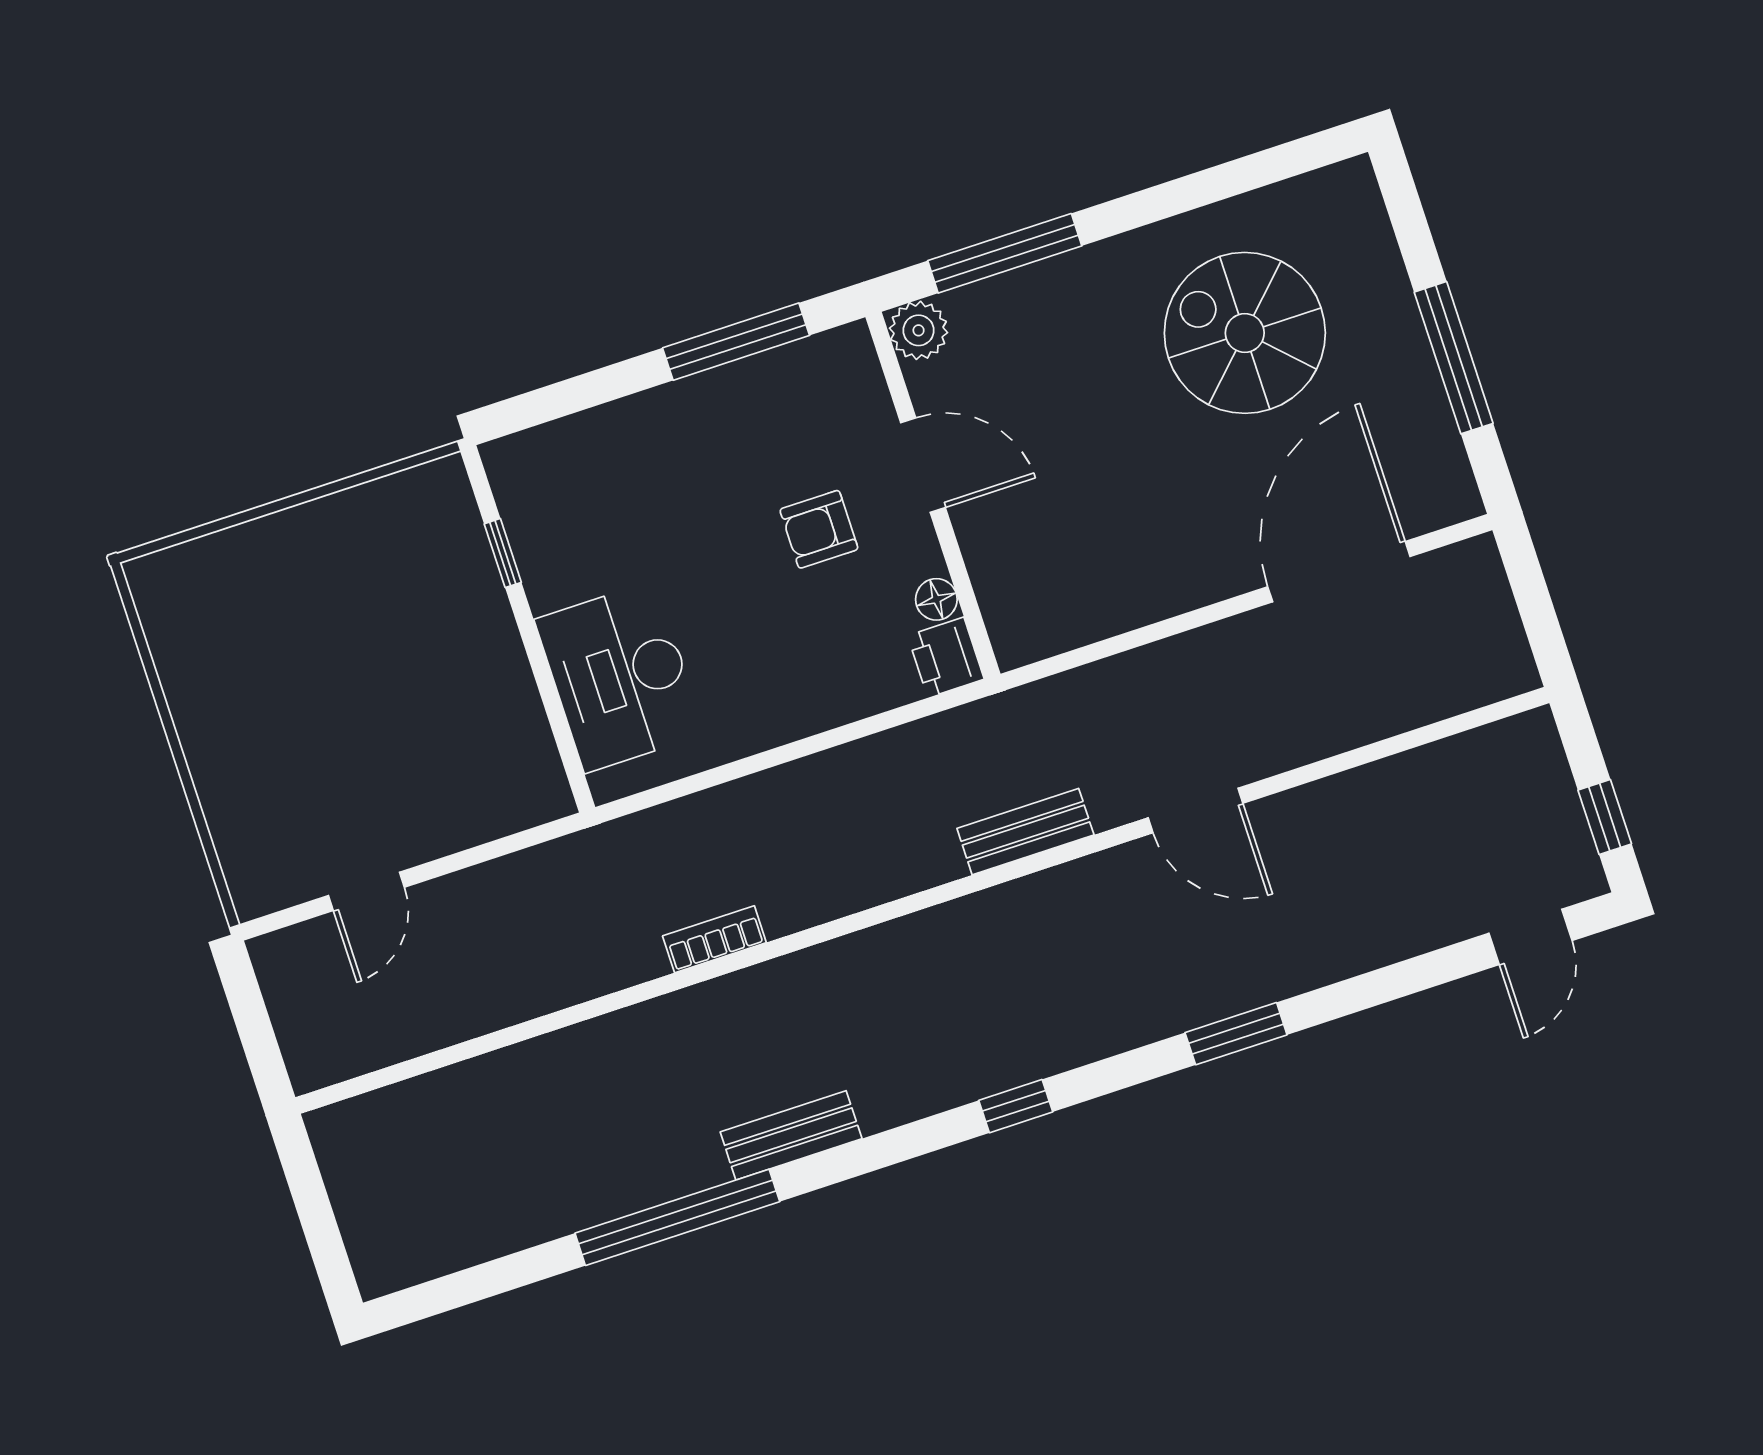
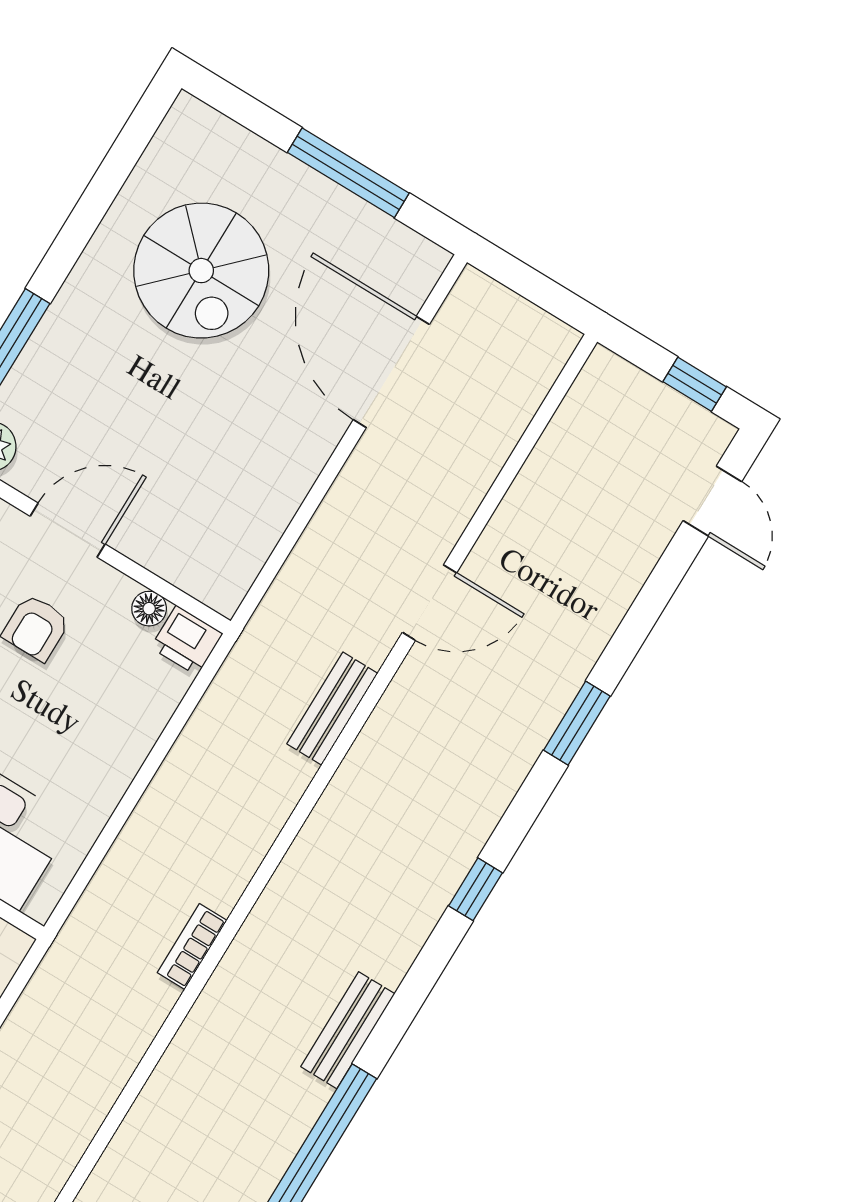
spiral stairs: (1245, 333) -> (201, 271), turned -90

